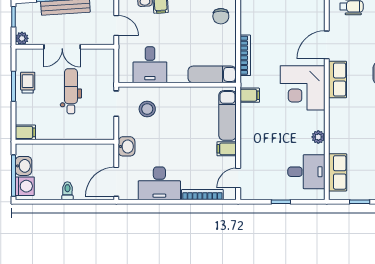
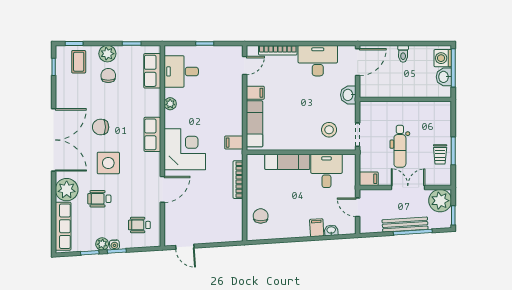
plant: (22, 38) -> (440, 201), width x1.88, depth x1.88
exam couch: (212, 74) -> (287, 162), moved
row of seats: (337, 80) -> (152, 134), moved
filing cabinet: (25, 132) -> (369, 179), moved, turned 180

